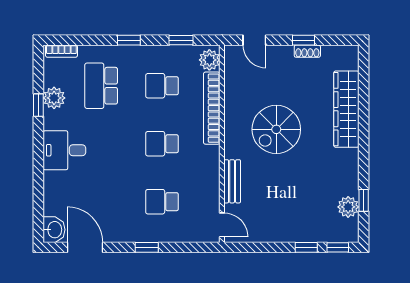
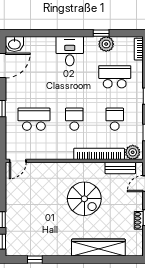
spiral stairs: (276, 129) -> (84, 199), turned 180
bench: (232, 181) -> (120, 168), moved
school desk: (162, 202) -> (34, 119), width x1.85
plant: (348, 207) -> (30, 249), removed

